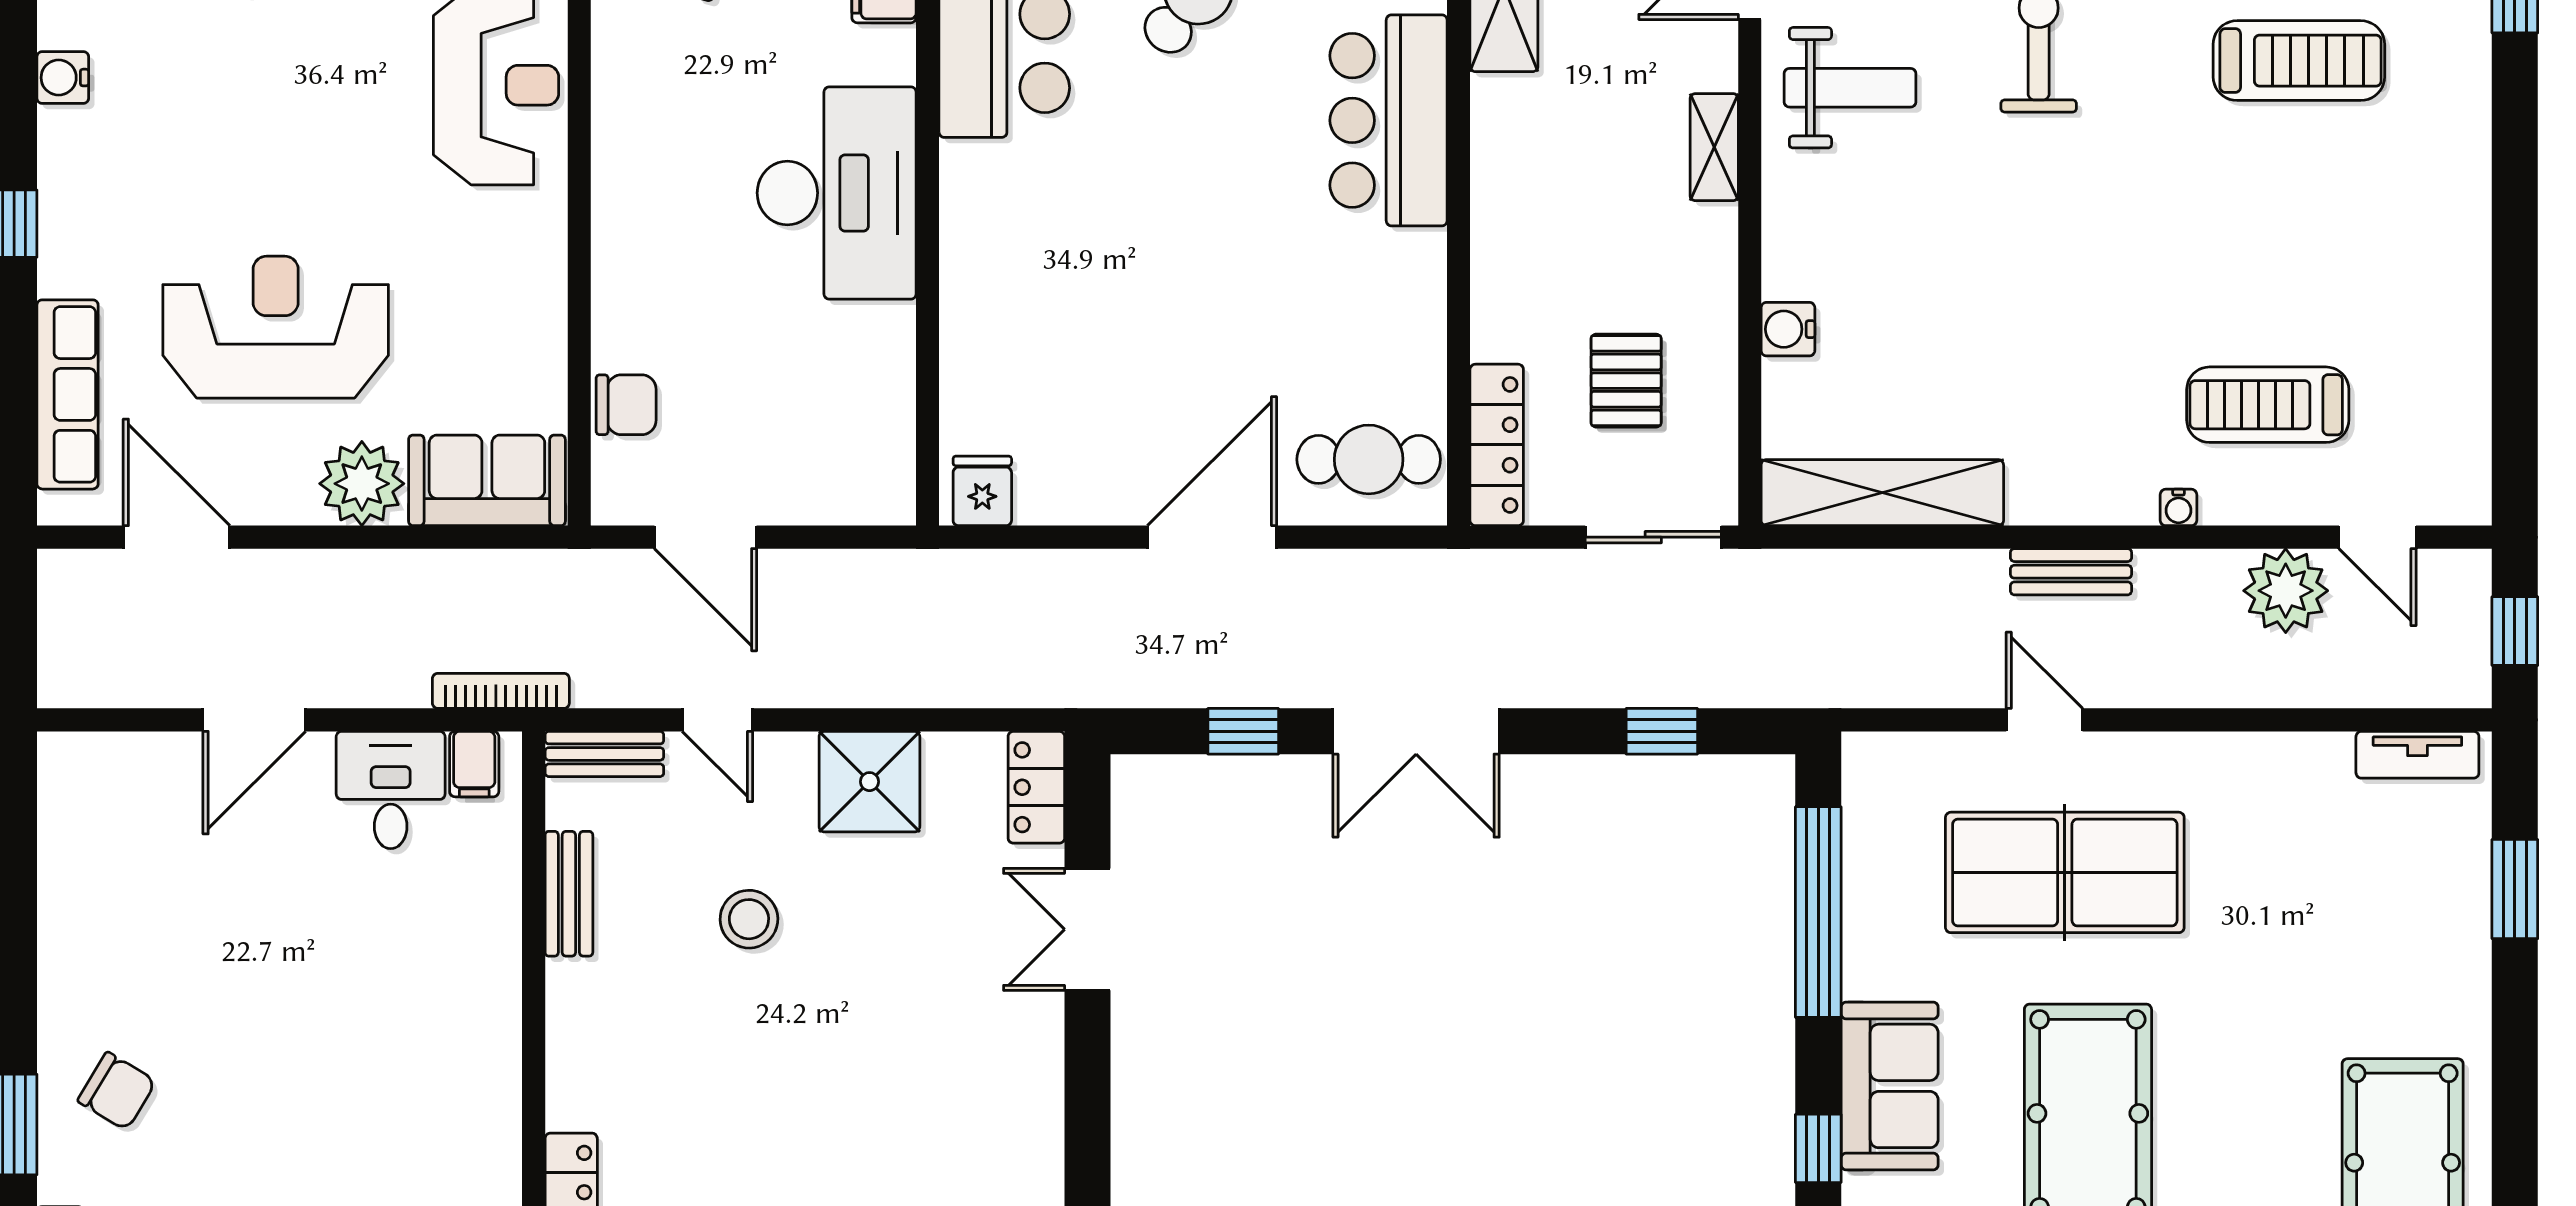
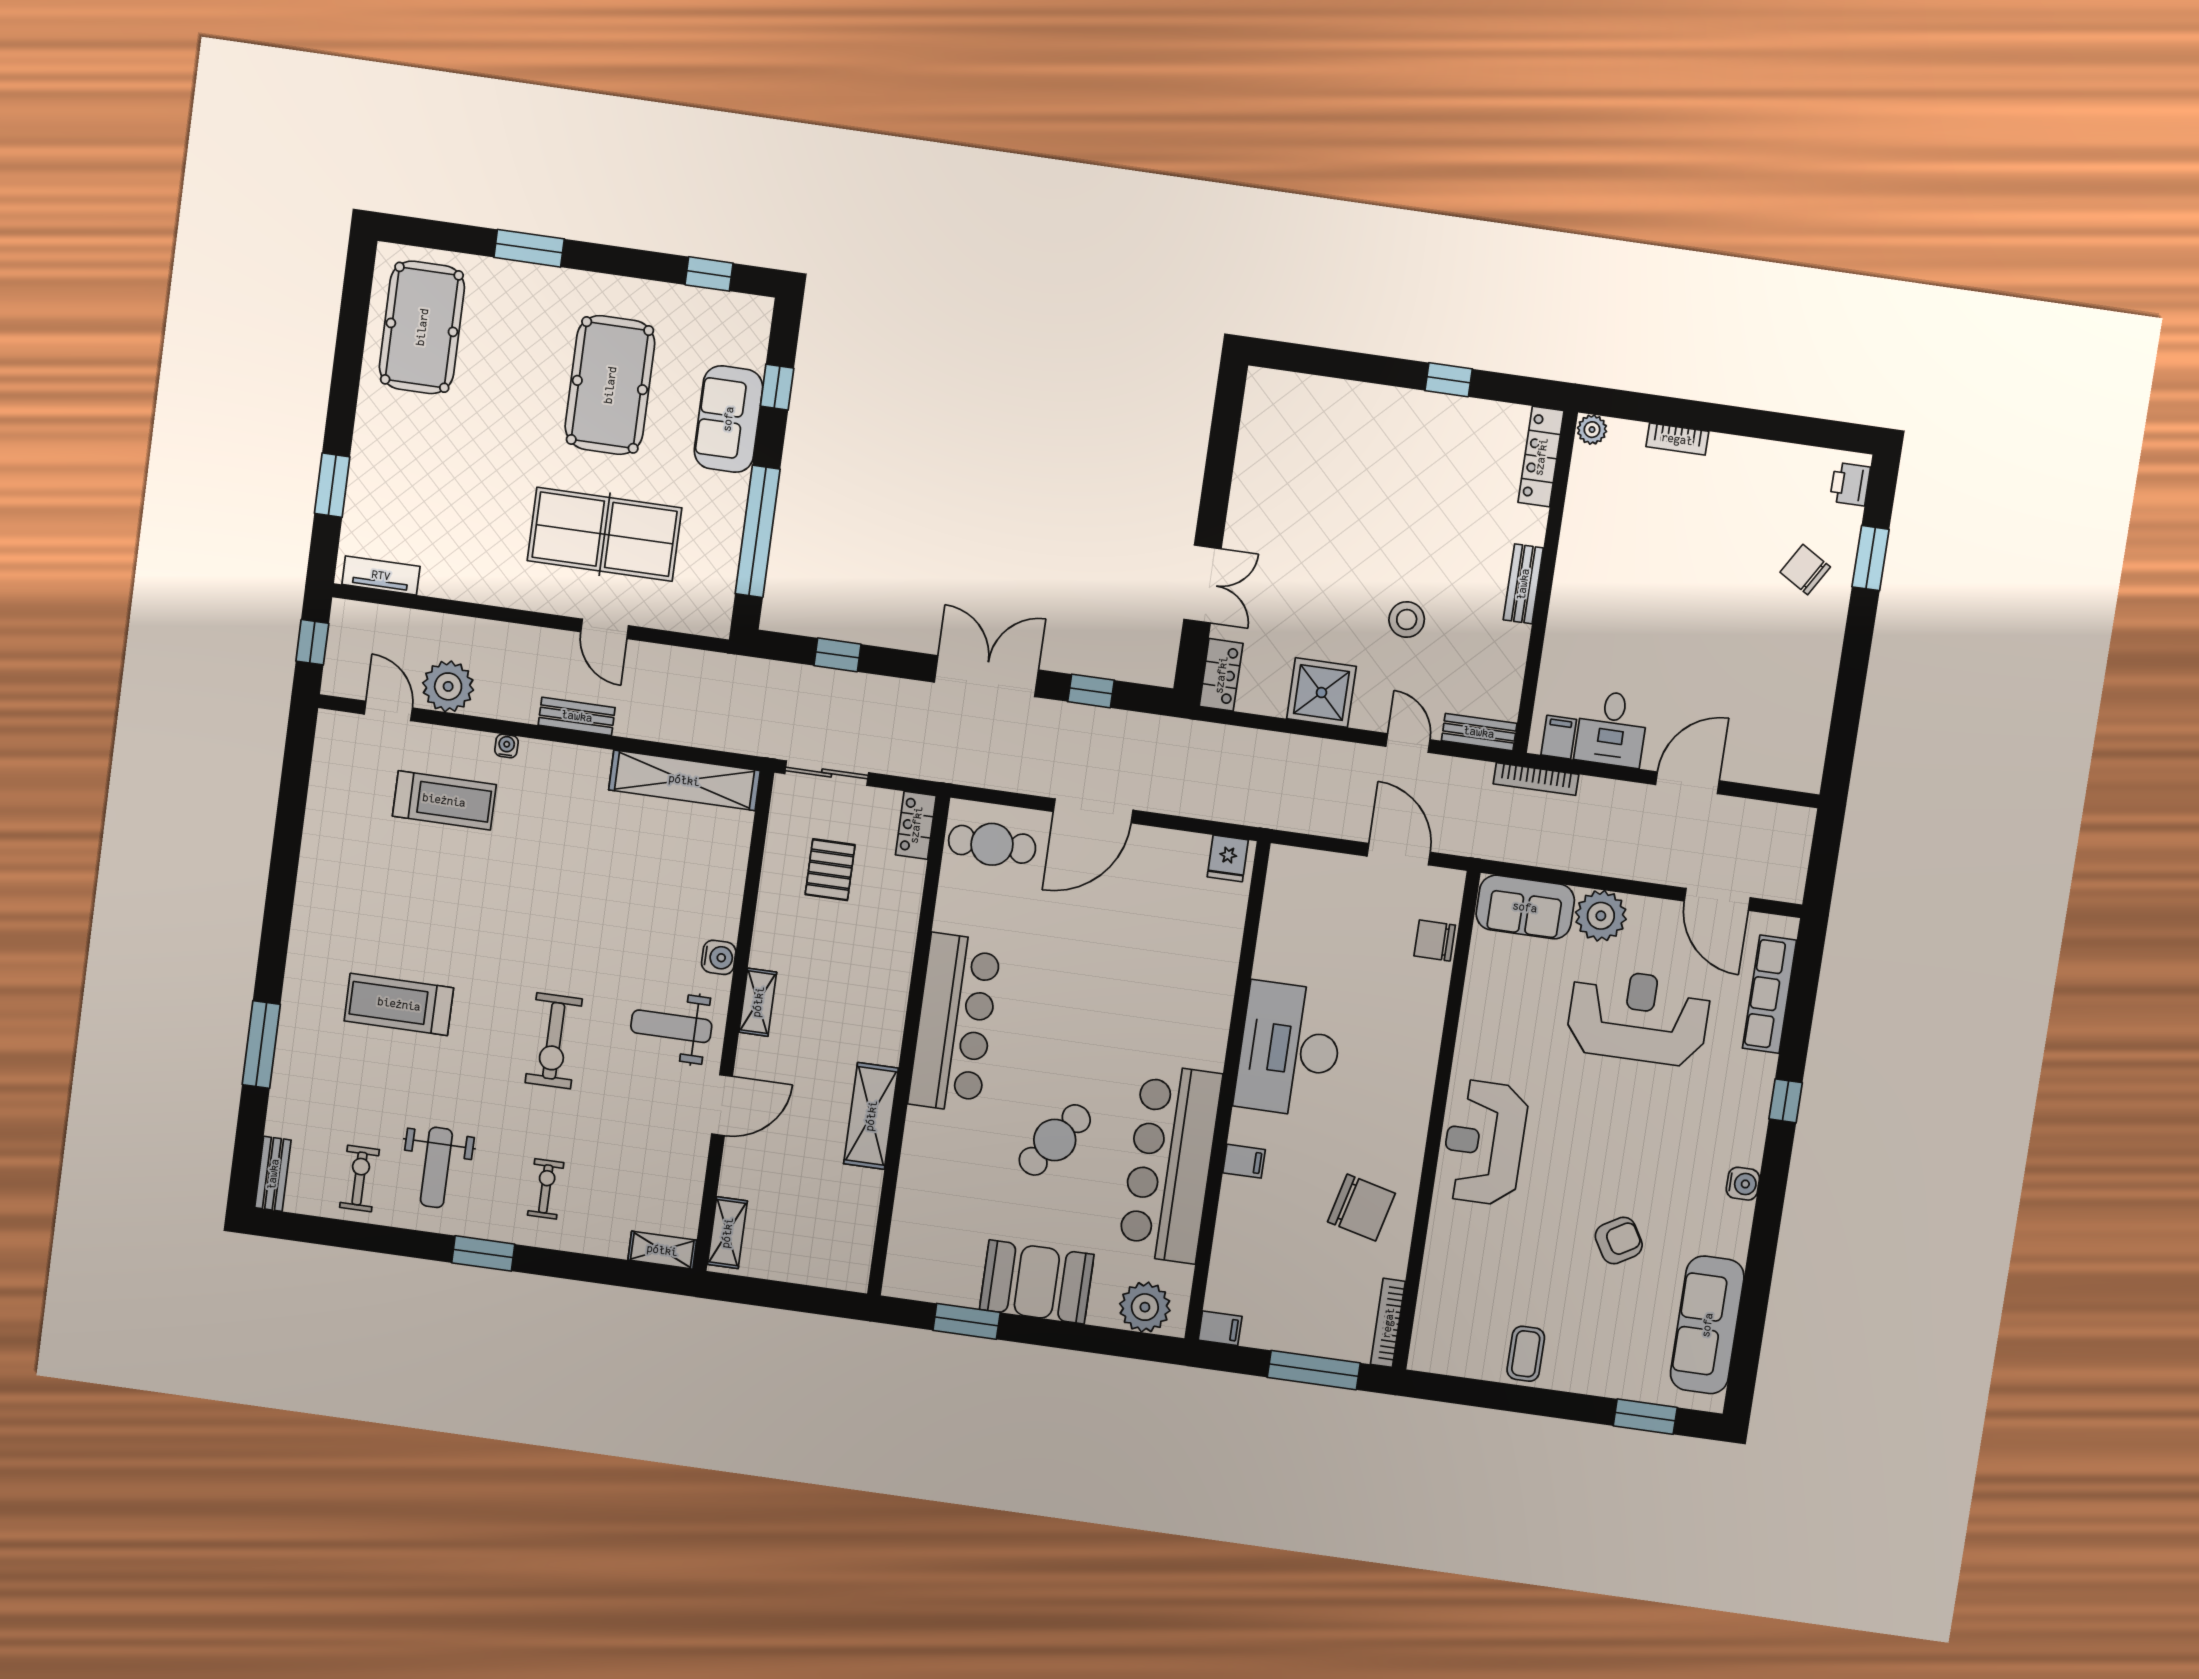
bar counter: (1389, 120) -> (955, 1023), width x1.36
reception desk: (276, 327) -> (1638, 1017), turned 180
water cooler: (1788, 329) -> (719, 957), moved
locker: (1497, 445) -> (916, 825), width x0.66
bench: (569, 894) -> (1523, 584), moved

